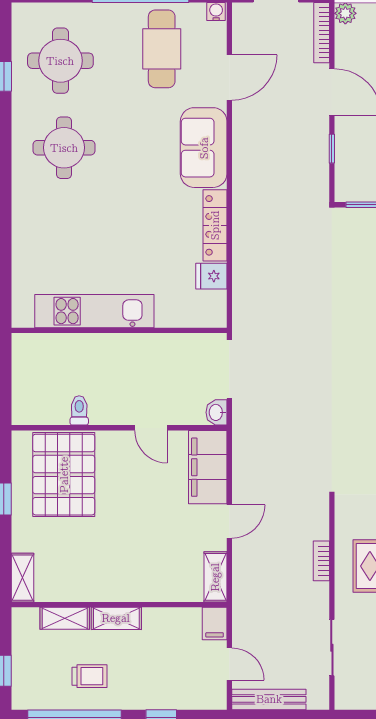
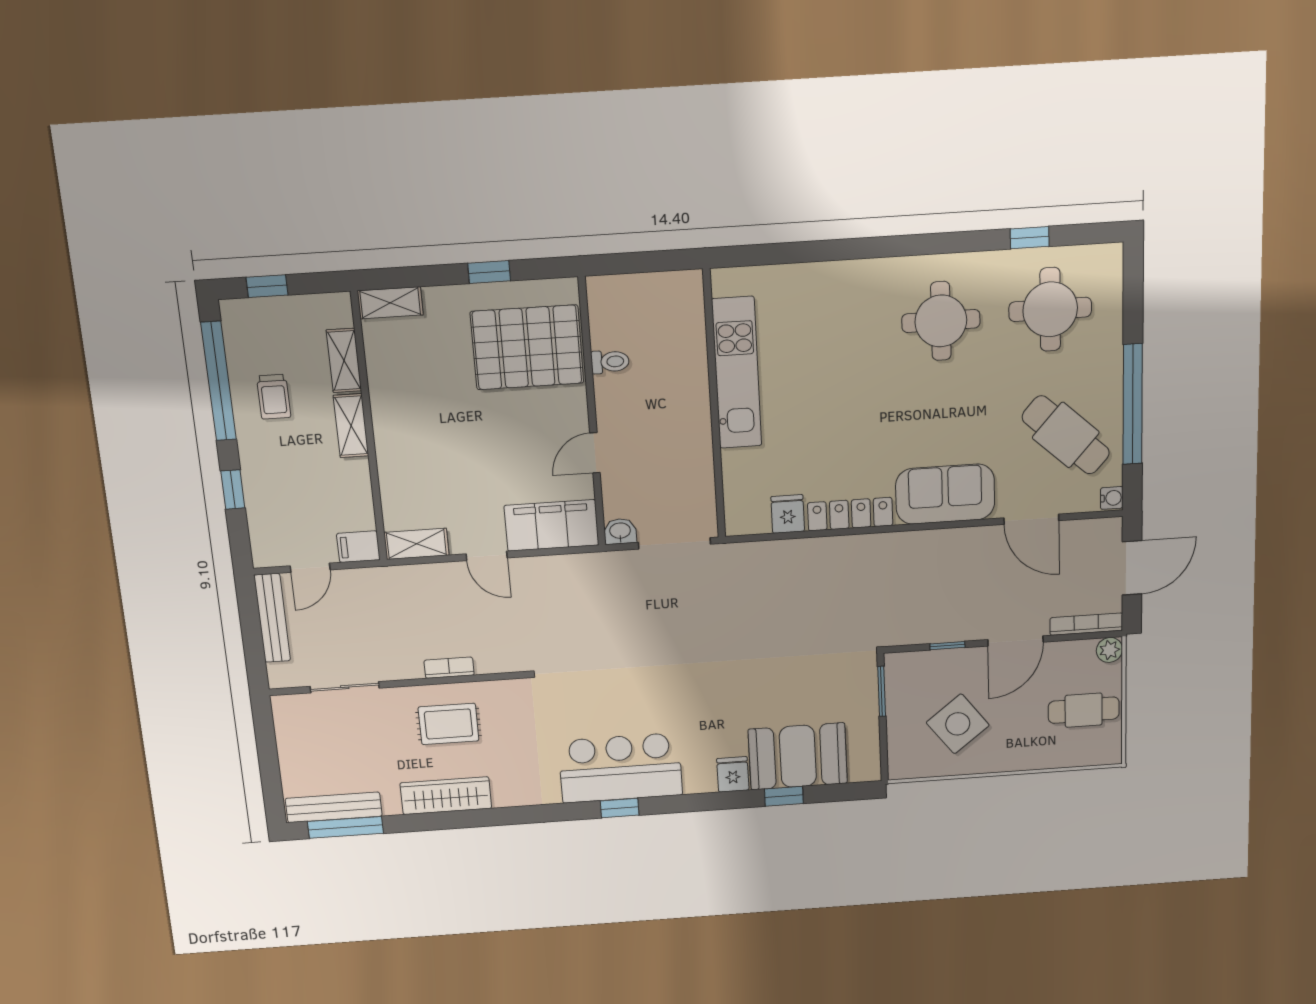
cafe table: (162, 49) -> (1066, 435), turned 42

